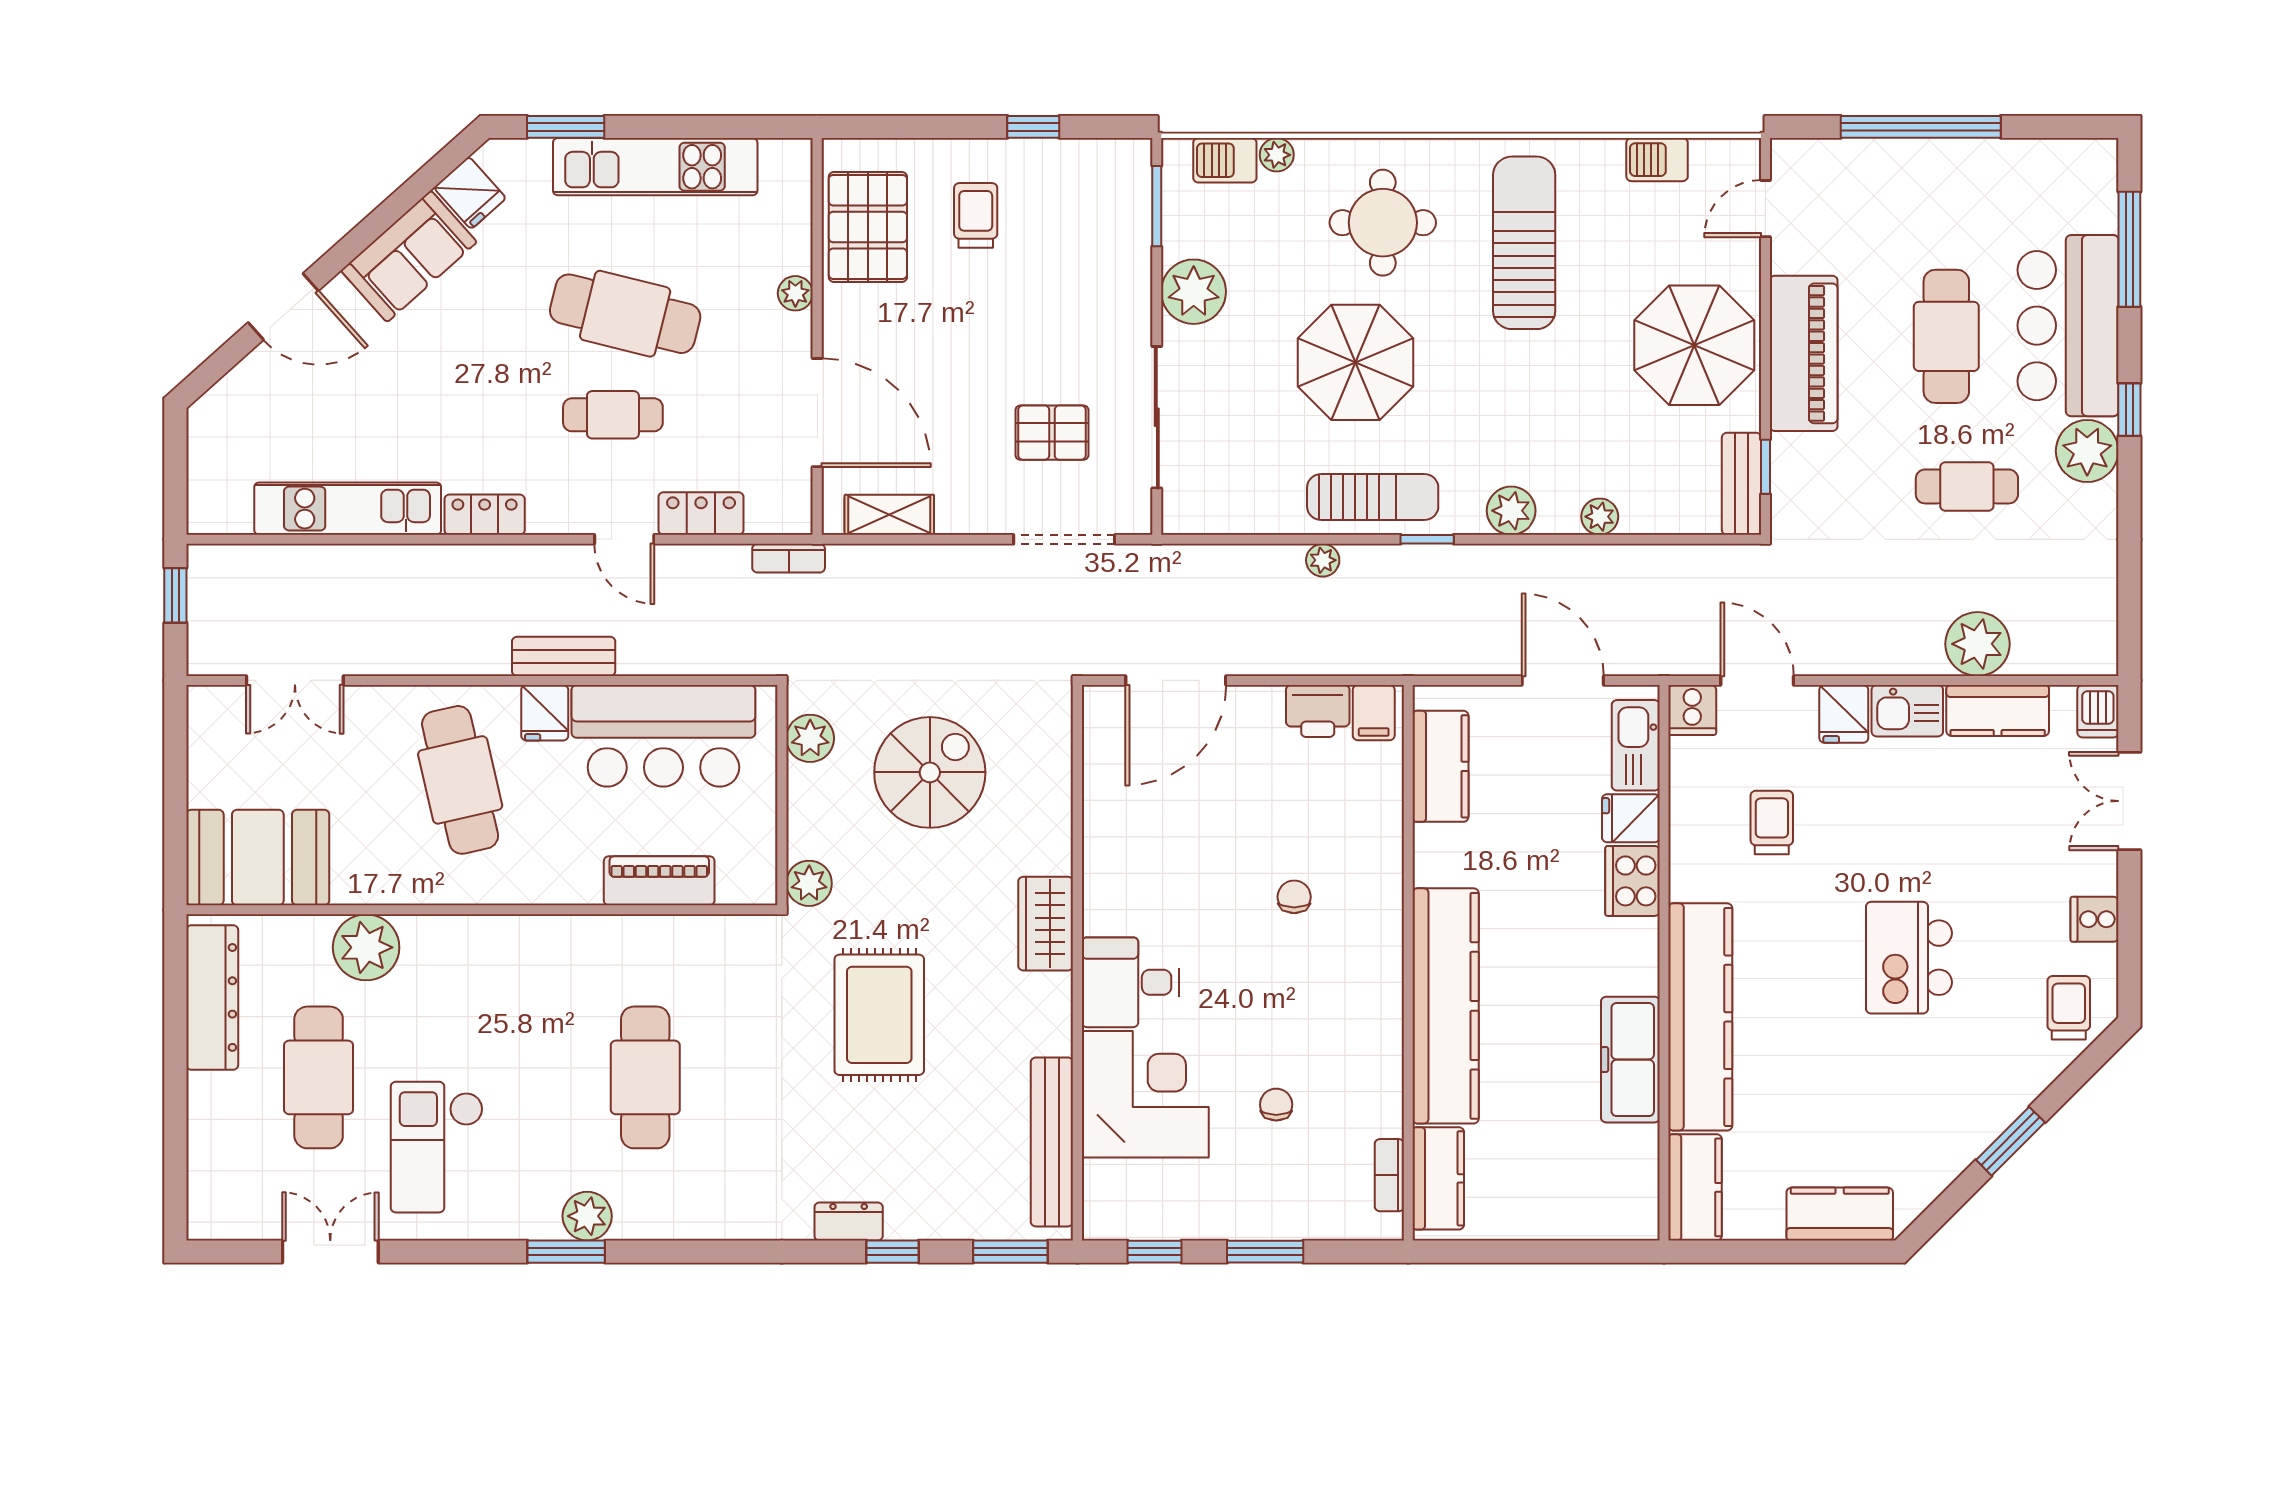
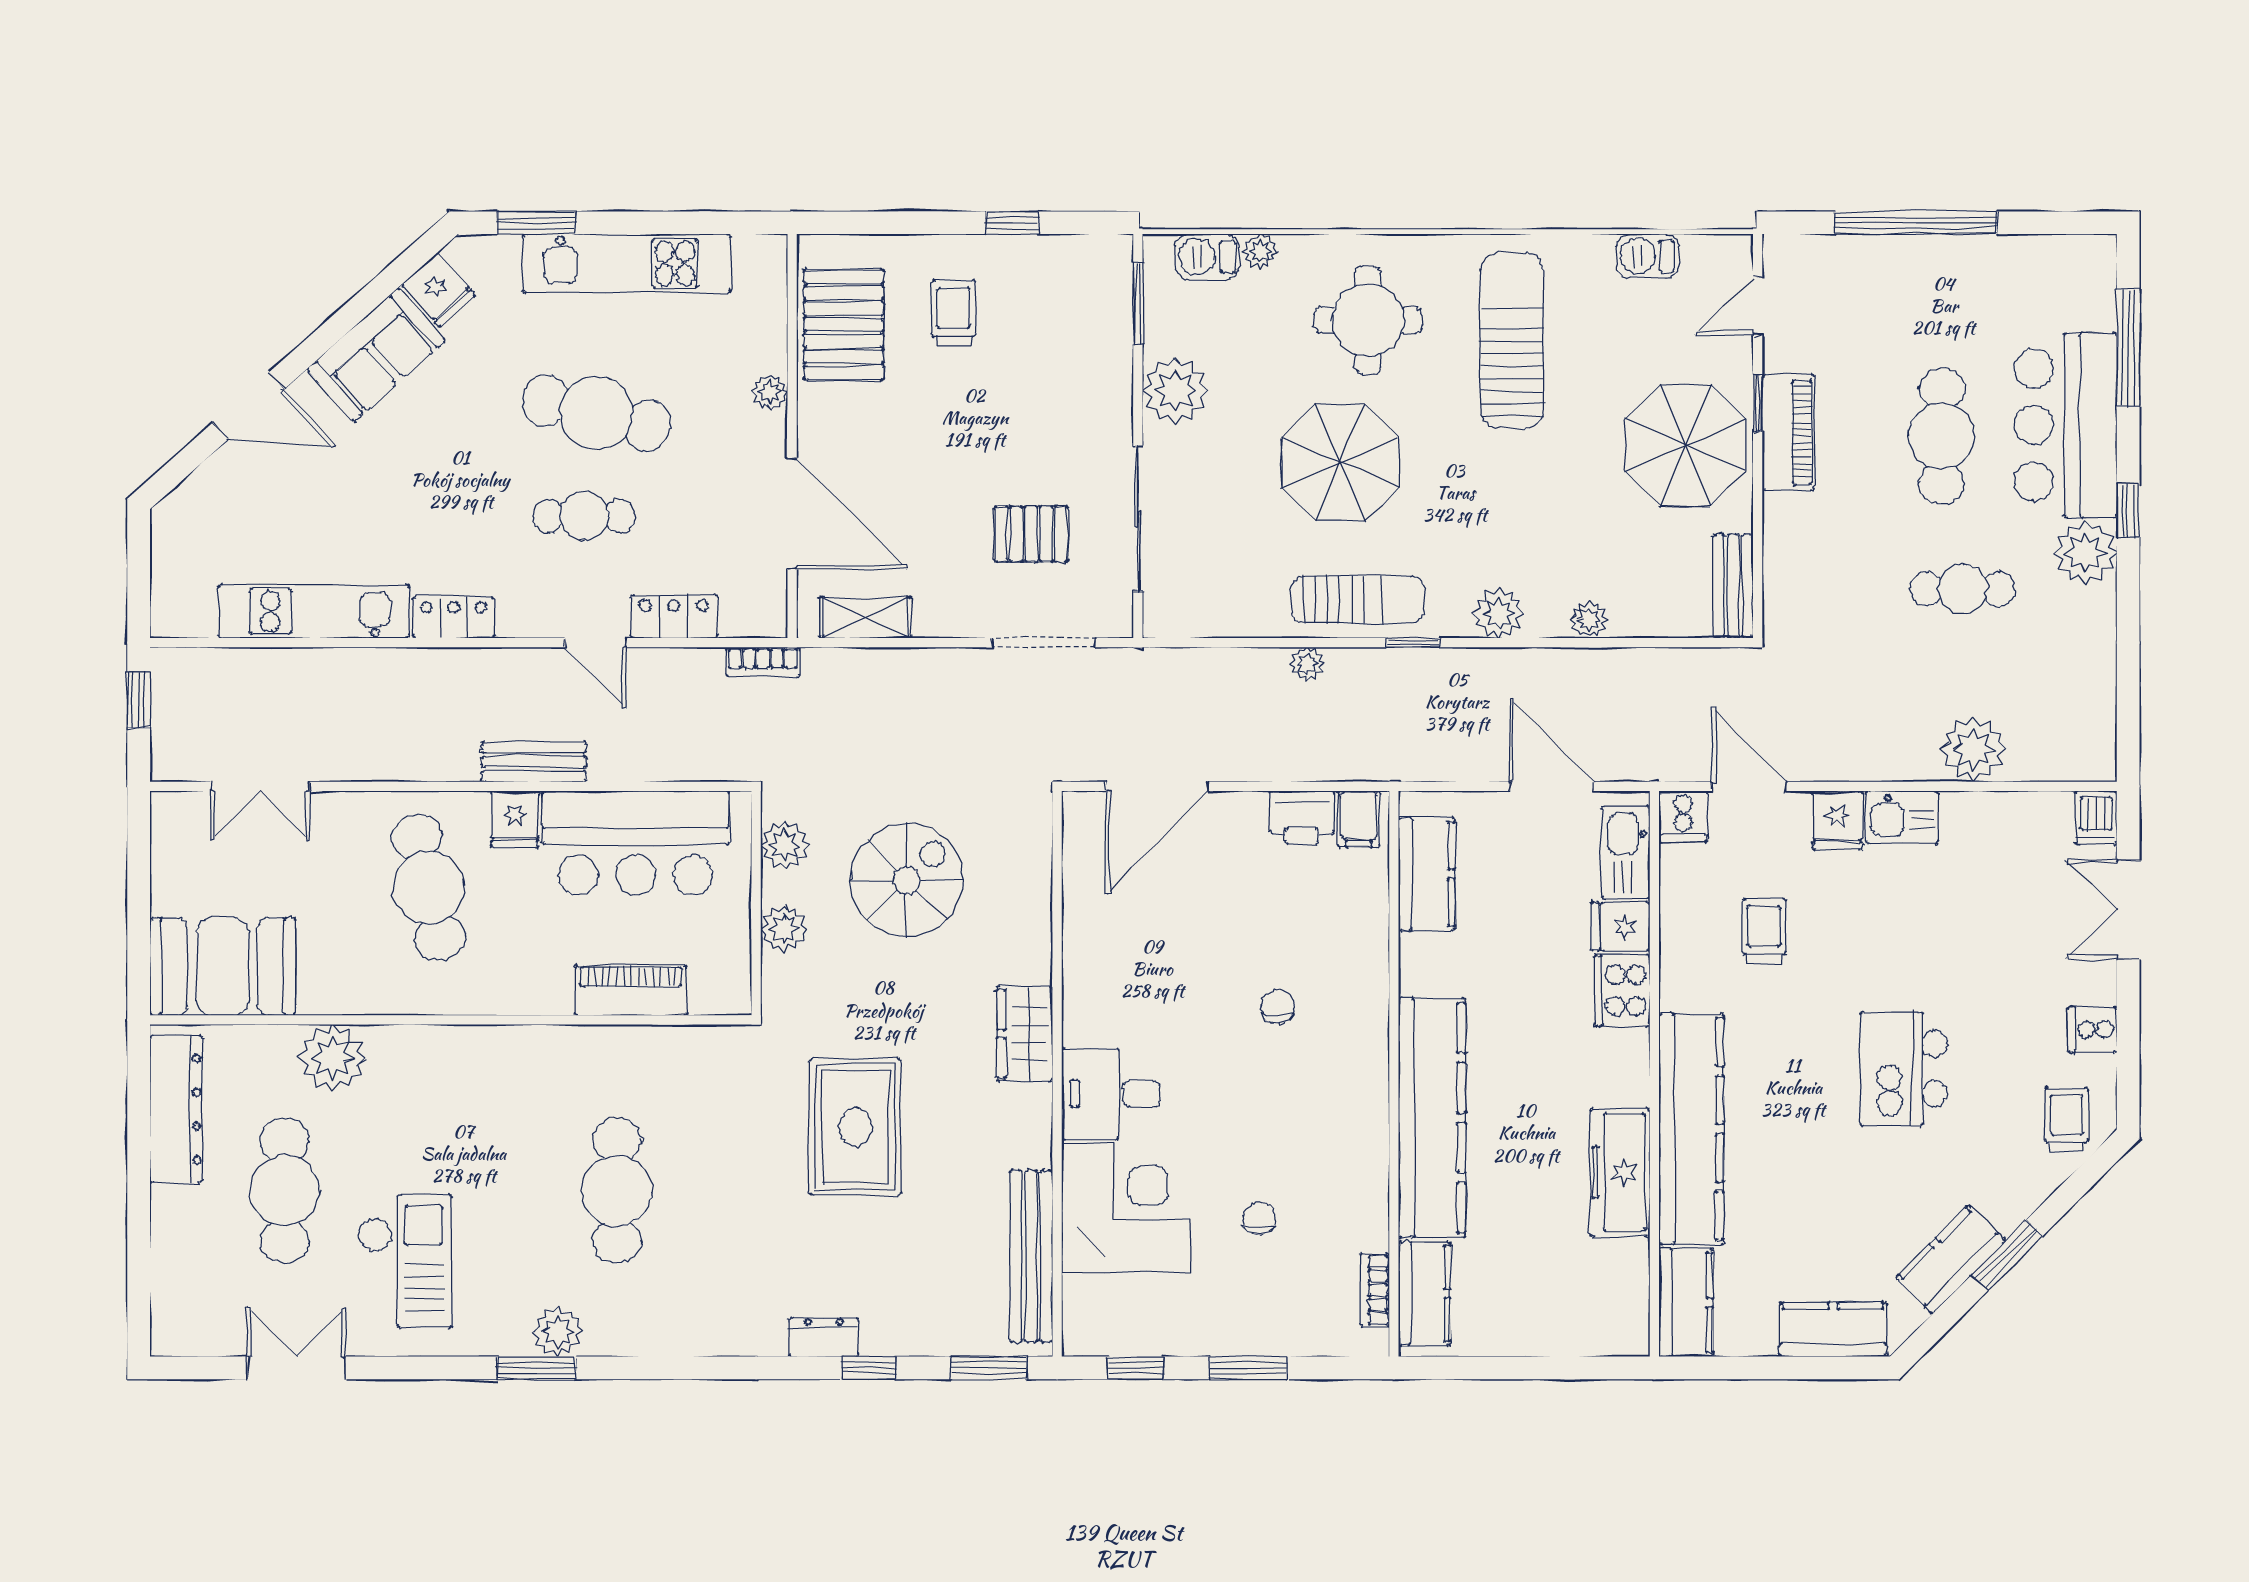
piano: (1804, 353) -> (1788, 432), width x0.73, depth x0.75
window: (1765, 467) -> (1758, 403), moved
kitchen counter: (1998, 710) -> (1951, 1259), moved, turned 135
plant: (809, 883) -> (784, 929), moved
checkout: (437, 1147) -> (405, 1261), turned 180

